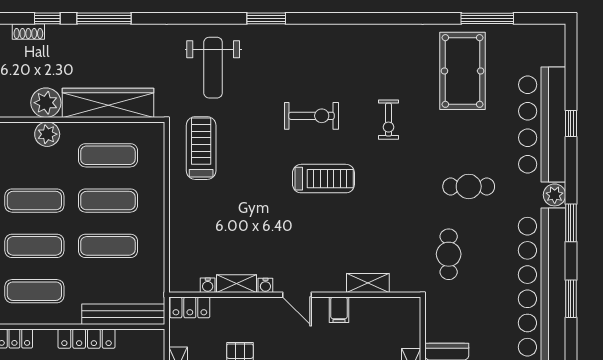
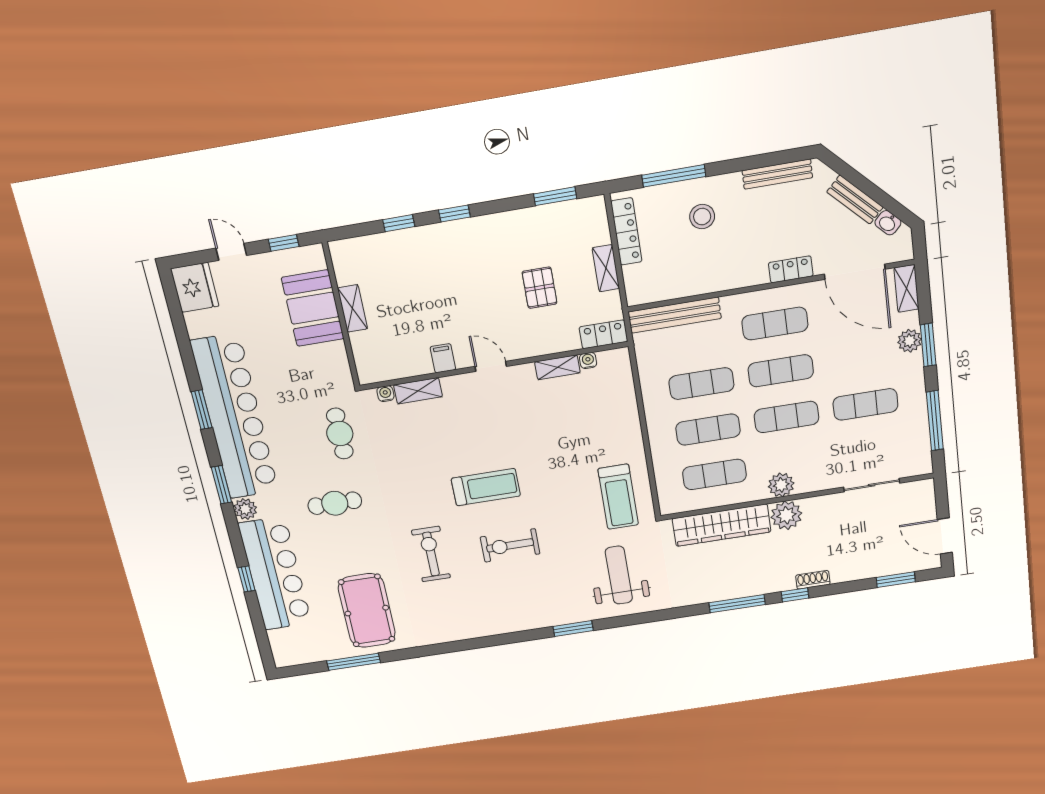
exercise bike: (388, 120) -> (431, 554), width x1.38, depth x1.39
treadmill: (323, 179) -> (486, 487), turned 180
water cooler: (265, 285) -> (386, 394), moved
locker: (86, 339) -> (711, 282), removed

